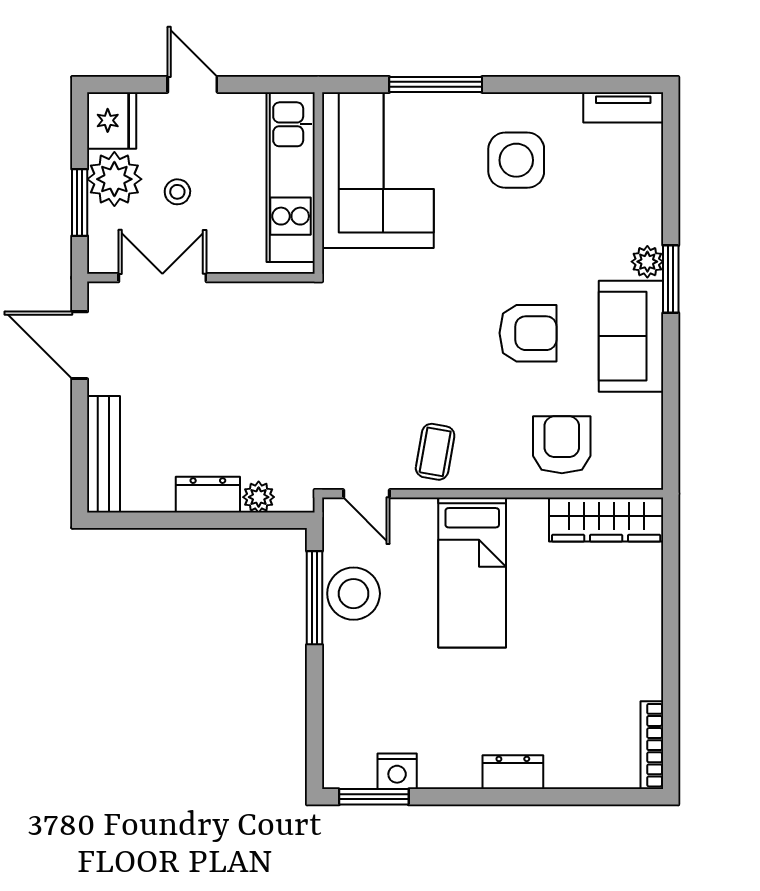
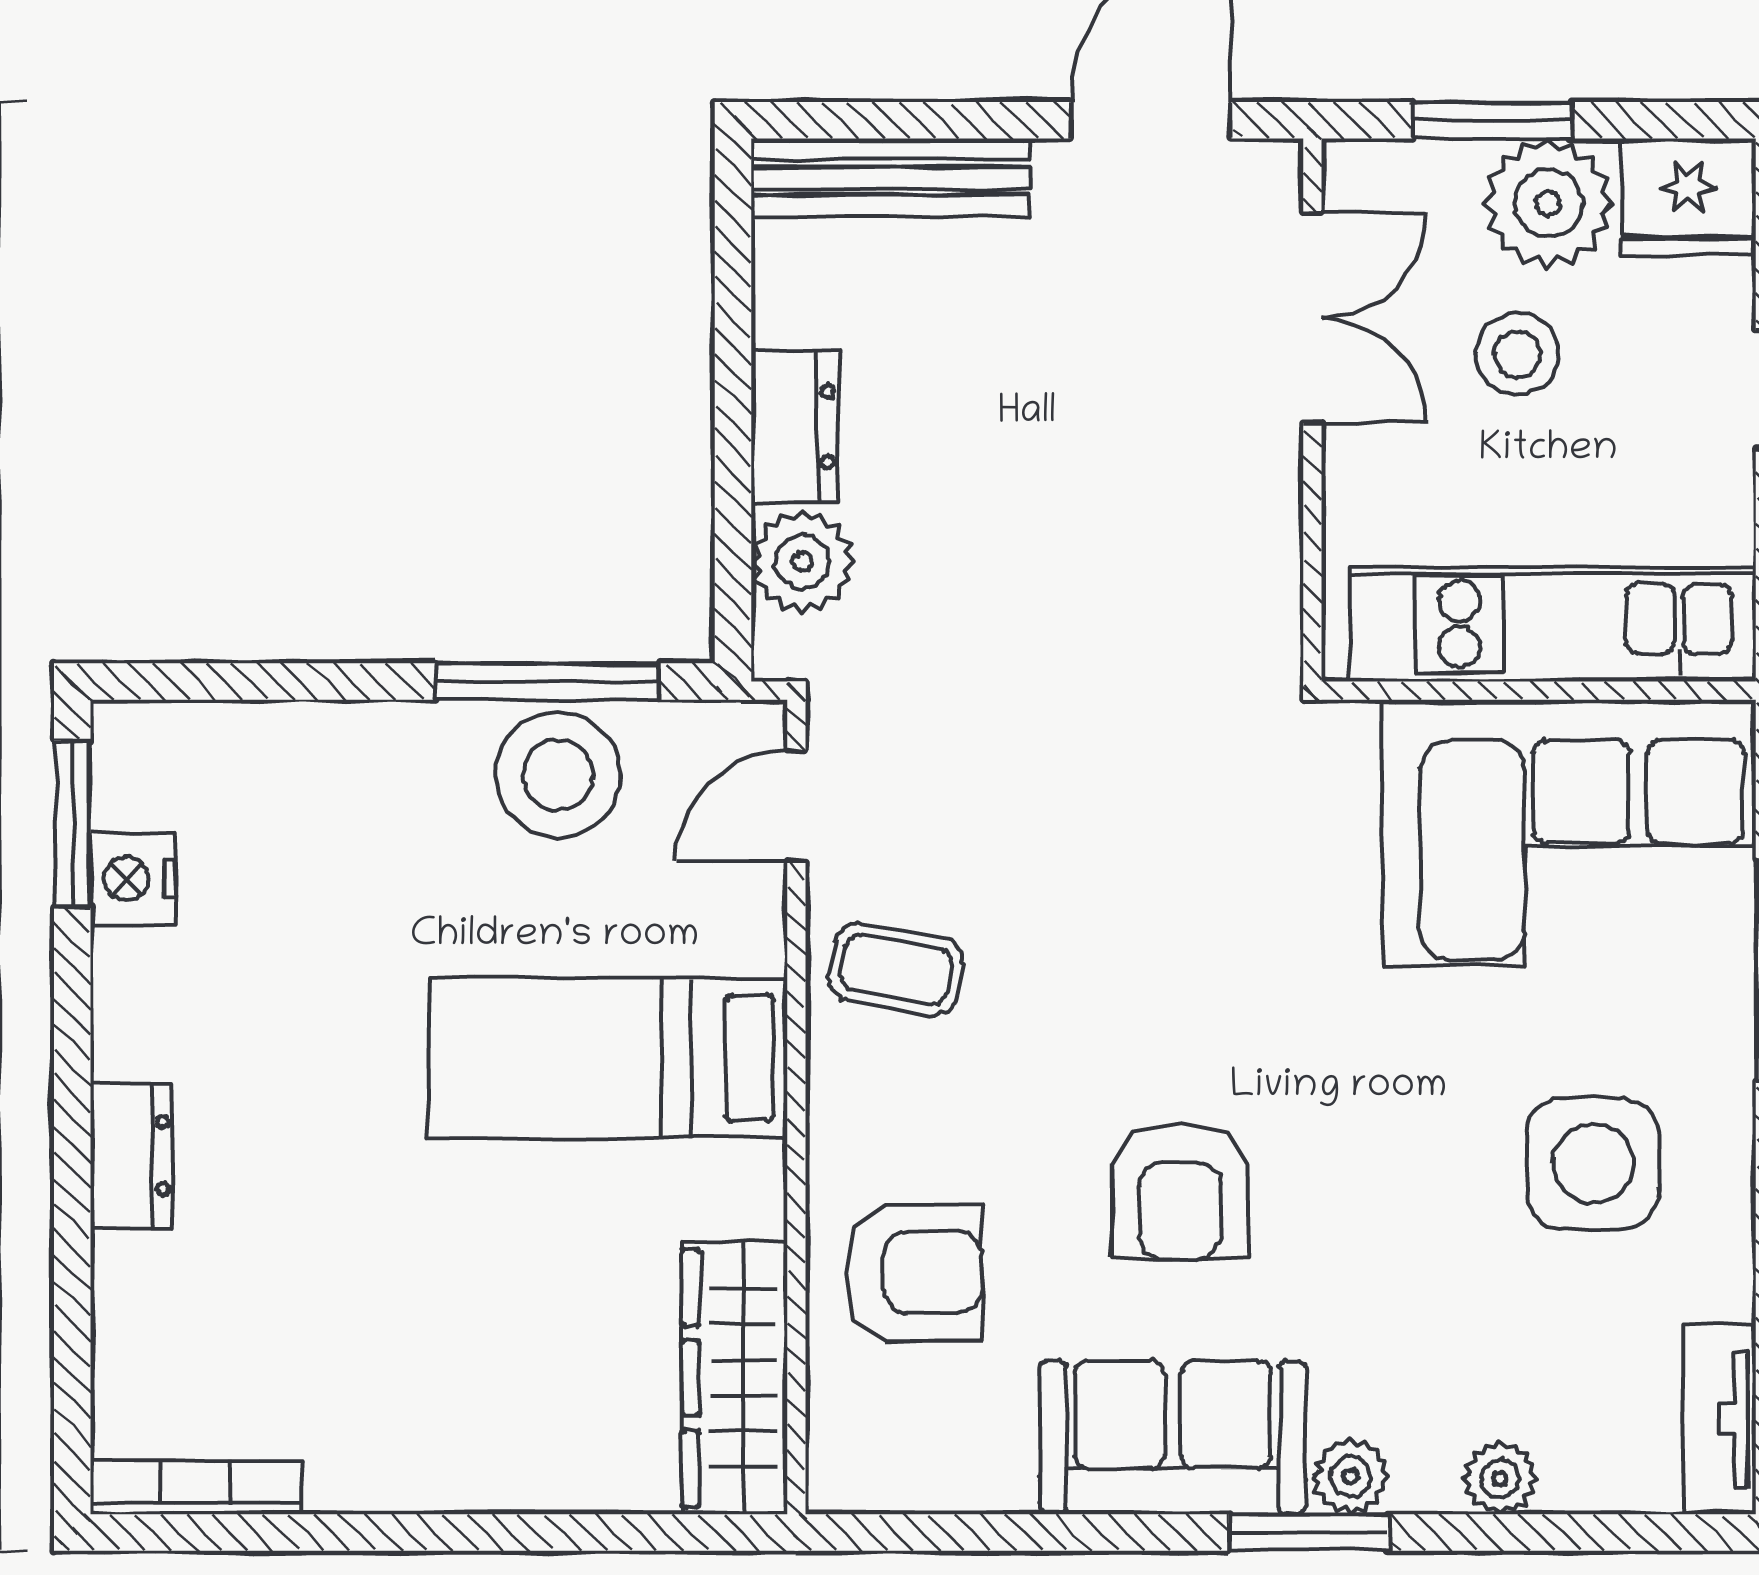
stool: (177, 192) -> (1518, 354), width x1.37, depth x1.37
plant: (648, 199) -> (1500, 1478), added
plant: (259, 497) -> (802, 562), width x1.38, depth x1.38

